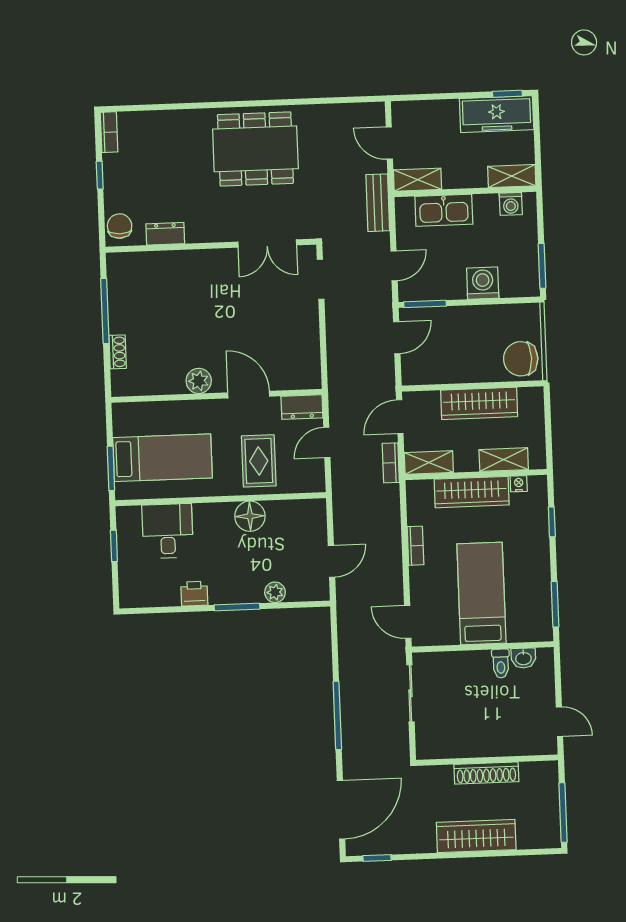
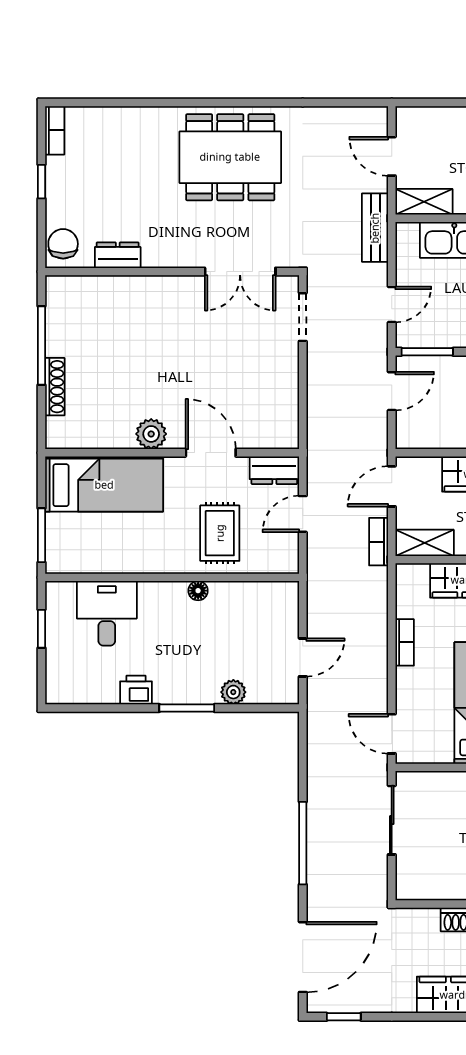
shoe rack: (118, 352) -> (55, 387), width x1.43
bed: (162, 458) -> (104, 485), moved
floor lamp: (250, 516) -> (198, 591), width x0.53, depth x0.53

